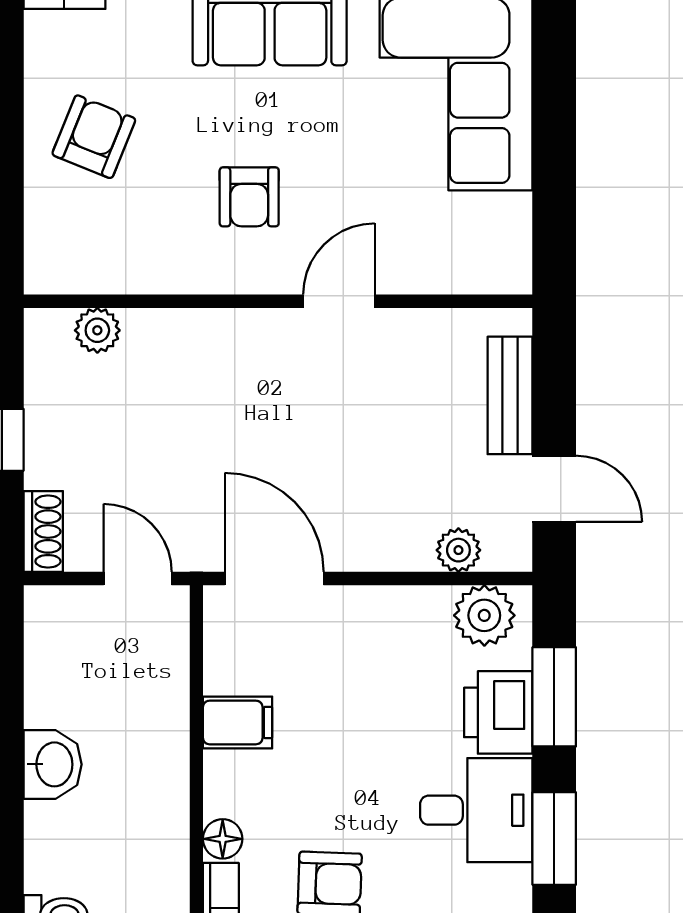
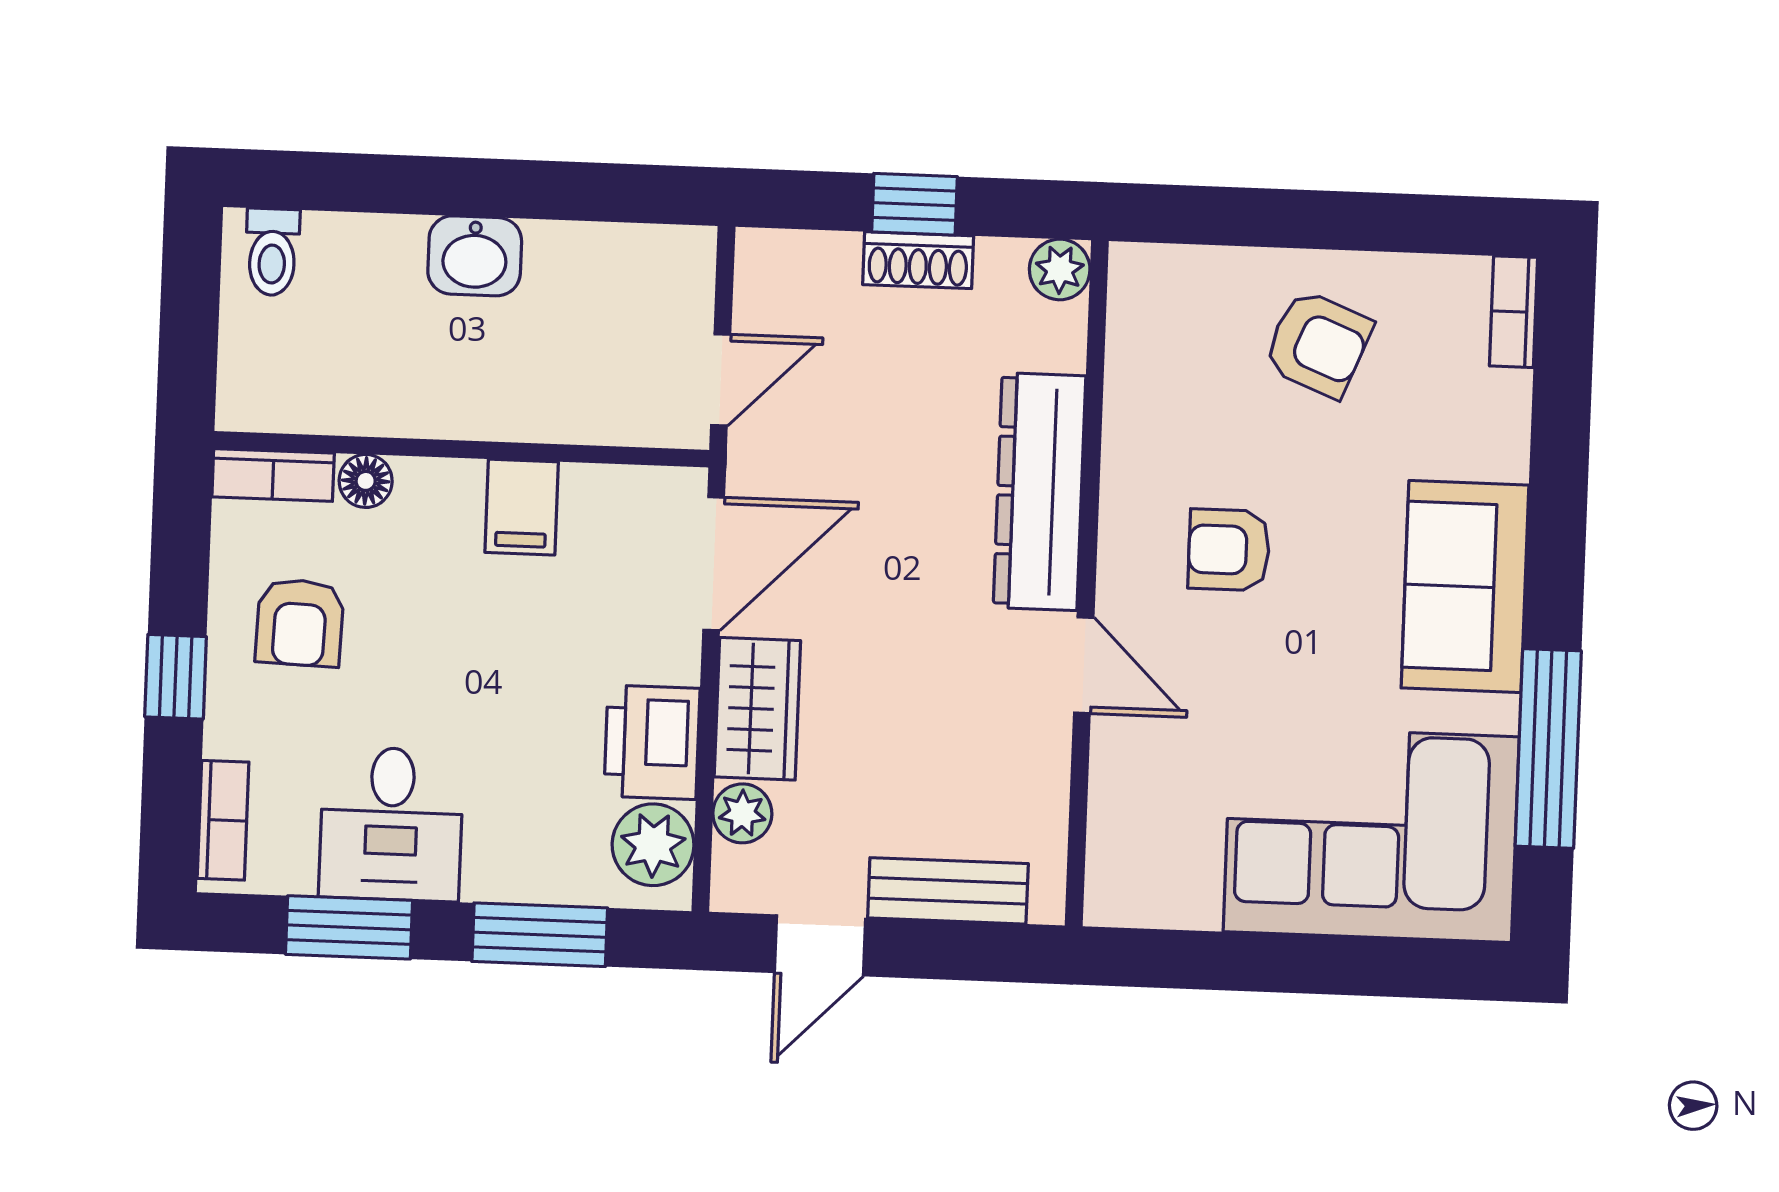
plant: (97, 330) -> (1060, 269), moved
dresser: (211, 339) -> (1040, 492), added
shoe rack: (43, 531) -> (918, 260), moved
wardrobe: (380, 542) -> (757, 709), added
printer: (498, 712) -> (652, 742), moved, turned -90

